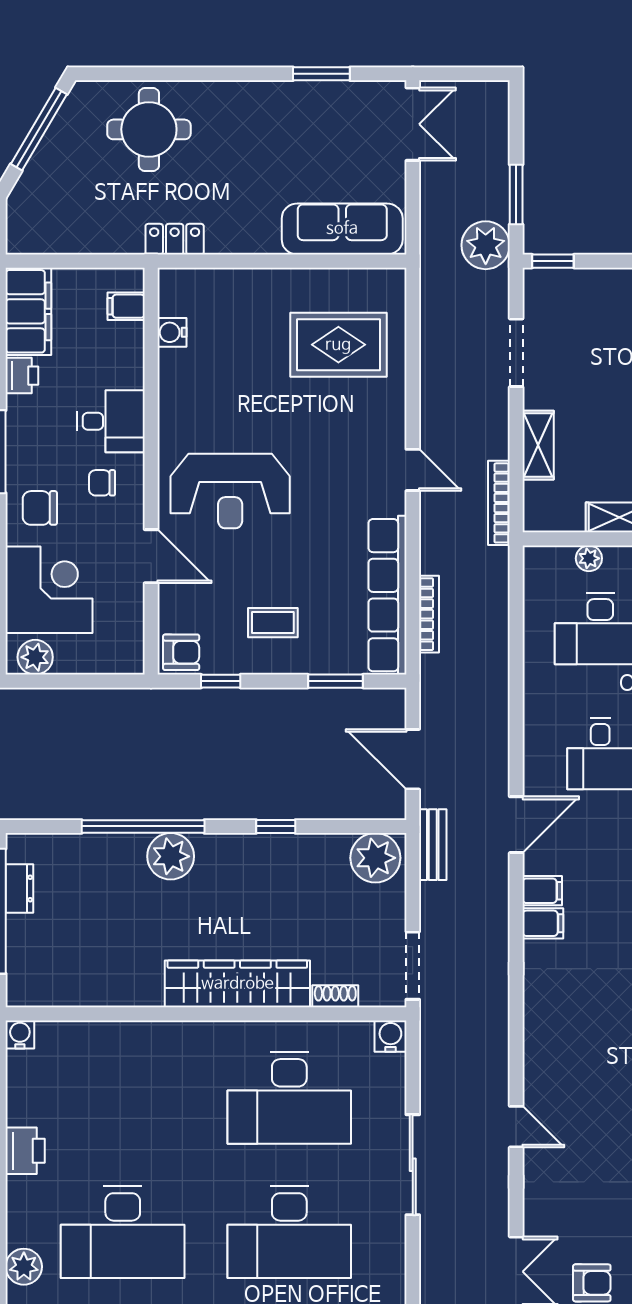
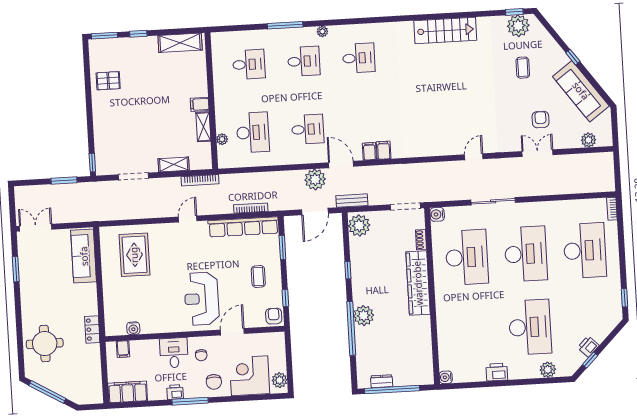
plant: (486, 245) -> (315, 179), moved
printer: (22, 376) -> (175, 392), moved
reception desk: (230, 491) -> (202, 299), turned 180

